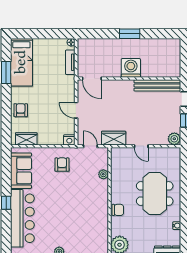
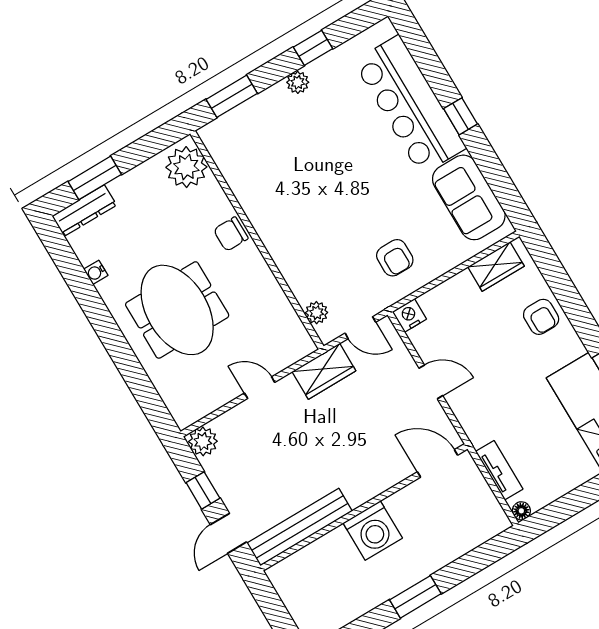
plant: (103, 174) -> (317, 313), moved

